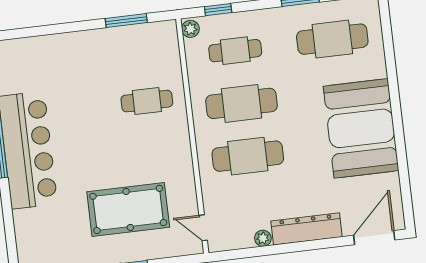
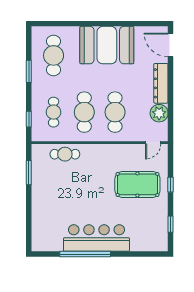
plant: (190, 29) -> (38, 136), removed
cafe table: (147, 101) -> (65, 154), moved, turned 90
pool table: (128, 209) -> (137, 184), turned 90
plant: (263, 238) -> (159, 113), width x1.88, depth x1.88

